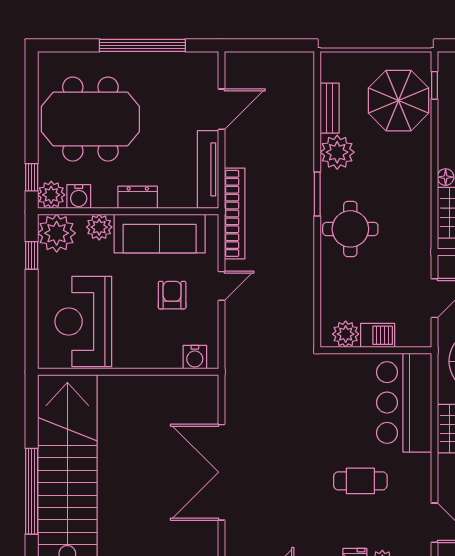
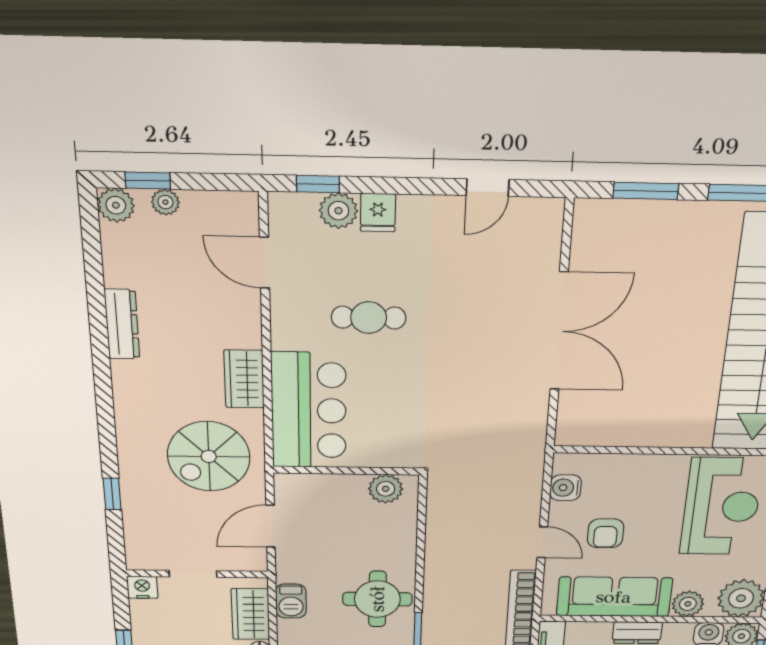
door: (221, 286) -> (542, 542), swing flipped
barbecue: (378, 335) -> (291, 601), moved, turned -90
water cooler: (195, 357) -> (566, 488), moved, turned -90

